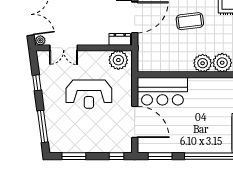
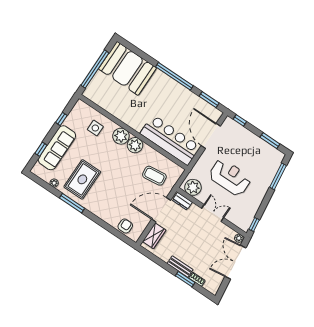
coffee table: (190, 21) -> (154, 176), moved
double door: (64, 48) -> (213, 213), moved
window: (37, 83) -> (254, 224), moved
bar counter: (162, 91) -> (170, 140), width x1.36

